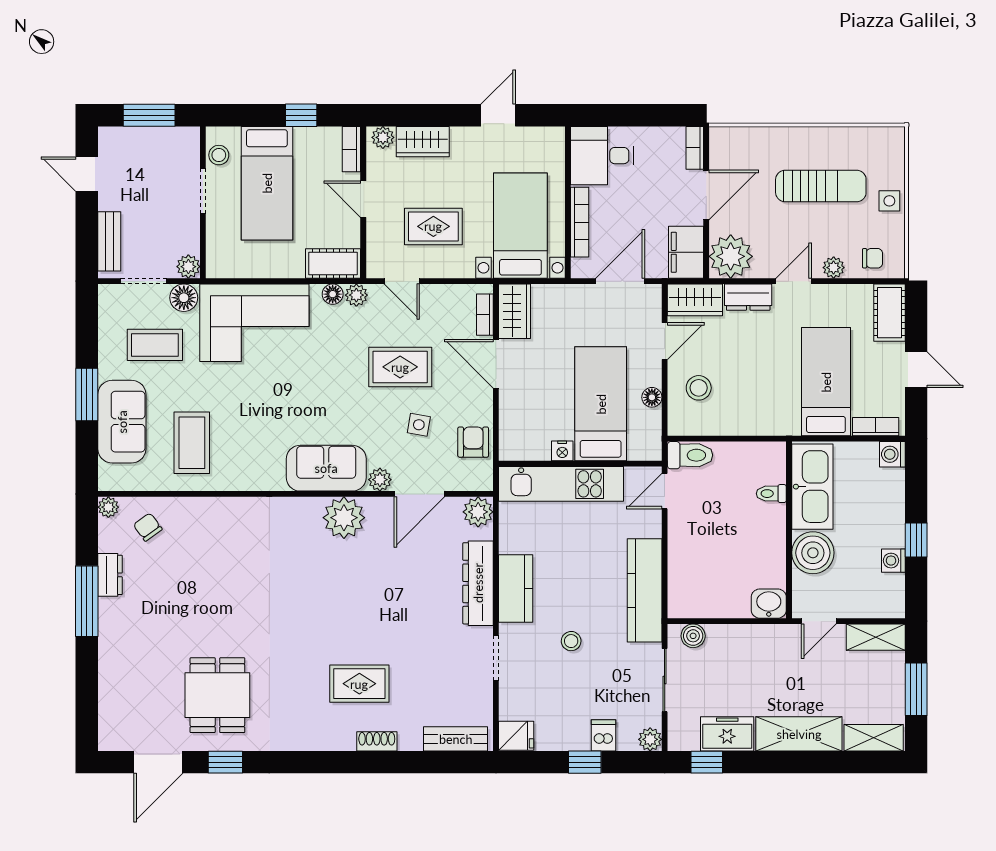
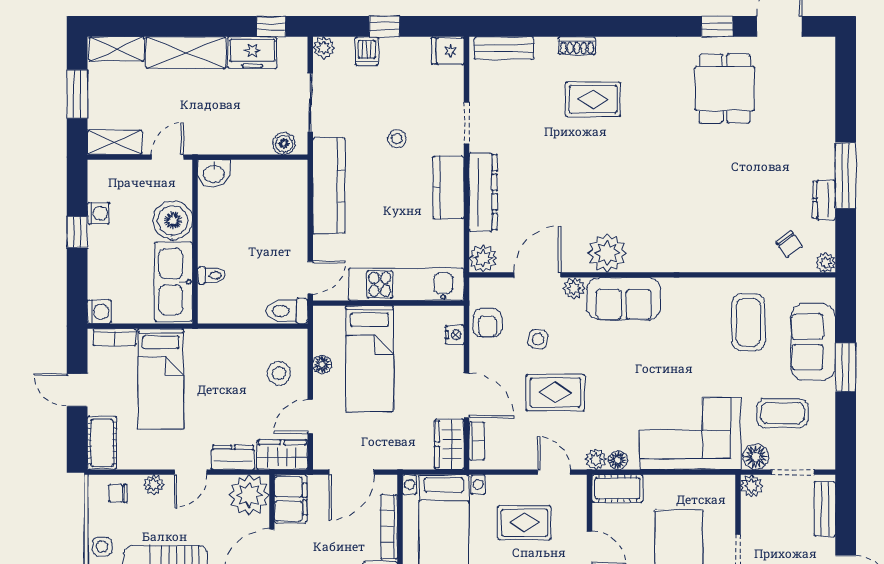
nightstand: (562, 451) -> (455, 335), moved, turned 90

